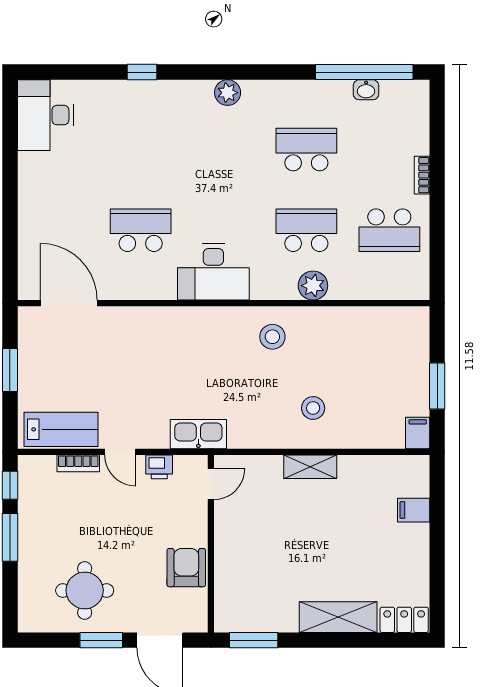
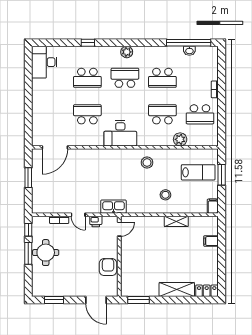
school desk: (141, 150) -> (87, 78), added
school desk: (224, 150) -> (125, 78), added
school desk: (306, 150) -> (162, 78), turned 180
plant: (313, 286) -> (180, 139), moved
door: (69, 303) -> (55, 147), swing flipped
window: (437, 386) -> (222, 175), moved
lab bench: (61, 429) -> (198, 172), moved
shelving: (310, 467) -> (176, 221), moved
round table: (85, 590) -> (46, 253), moved
window: (101, 640) -> (54, 300), moved

